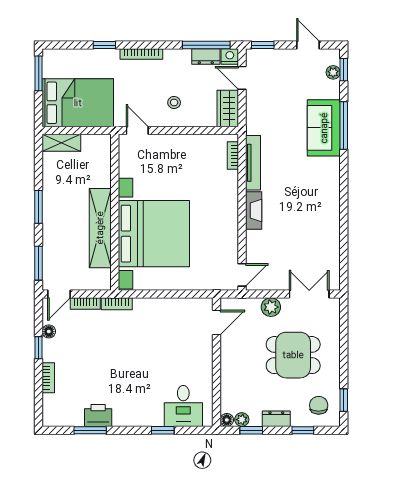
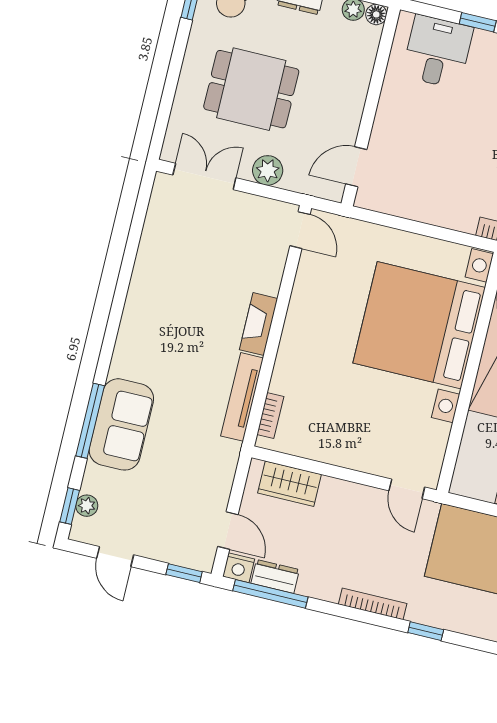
stool: (174, 102) -> (340, 518), removed
wardrobe: (228, 108) -> (289, 484), moved, turned 90
door: (242, 275) -> (300, 230), swing flipped
double door: (309, 294) -> (204, 176), swing flipped

